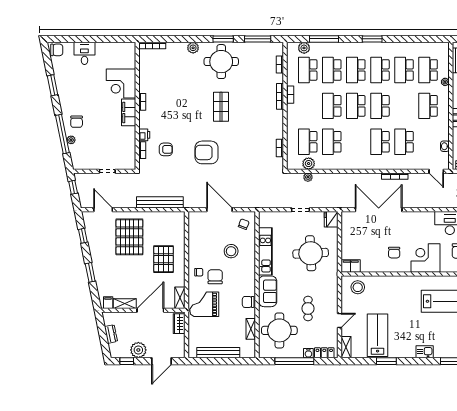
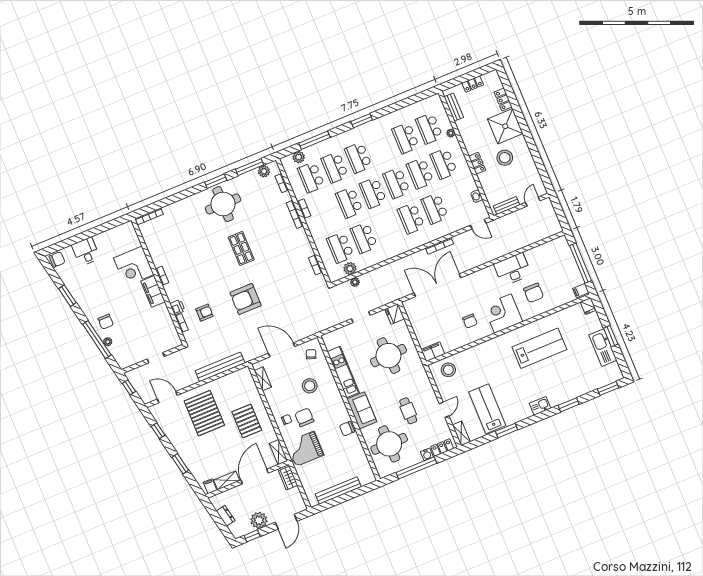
plant: (193, 48) -> (264, 171), moved
school desk: (380, 70) -> (420, 173), moved
shelving: (251, 329) -> (263, 379), moved

